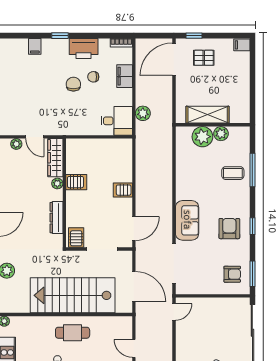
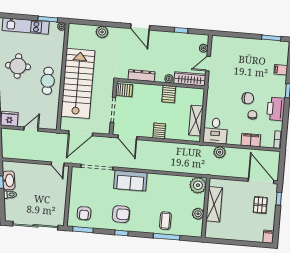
plant: (202, 137) -> (198, 185), moved
shelving: (106, 146) -> (196, 121), added

